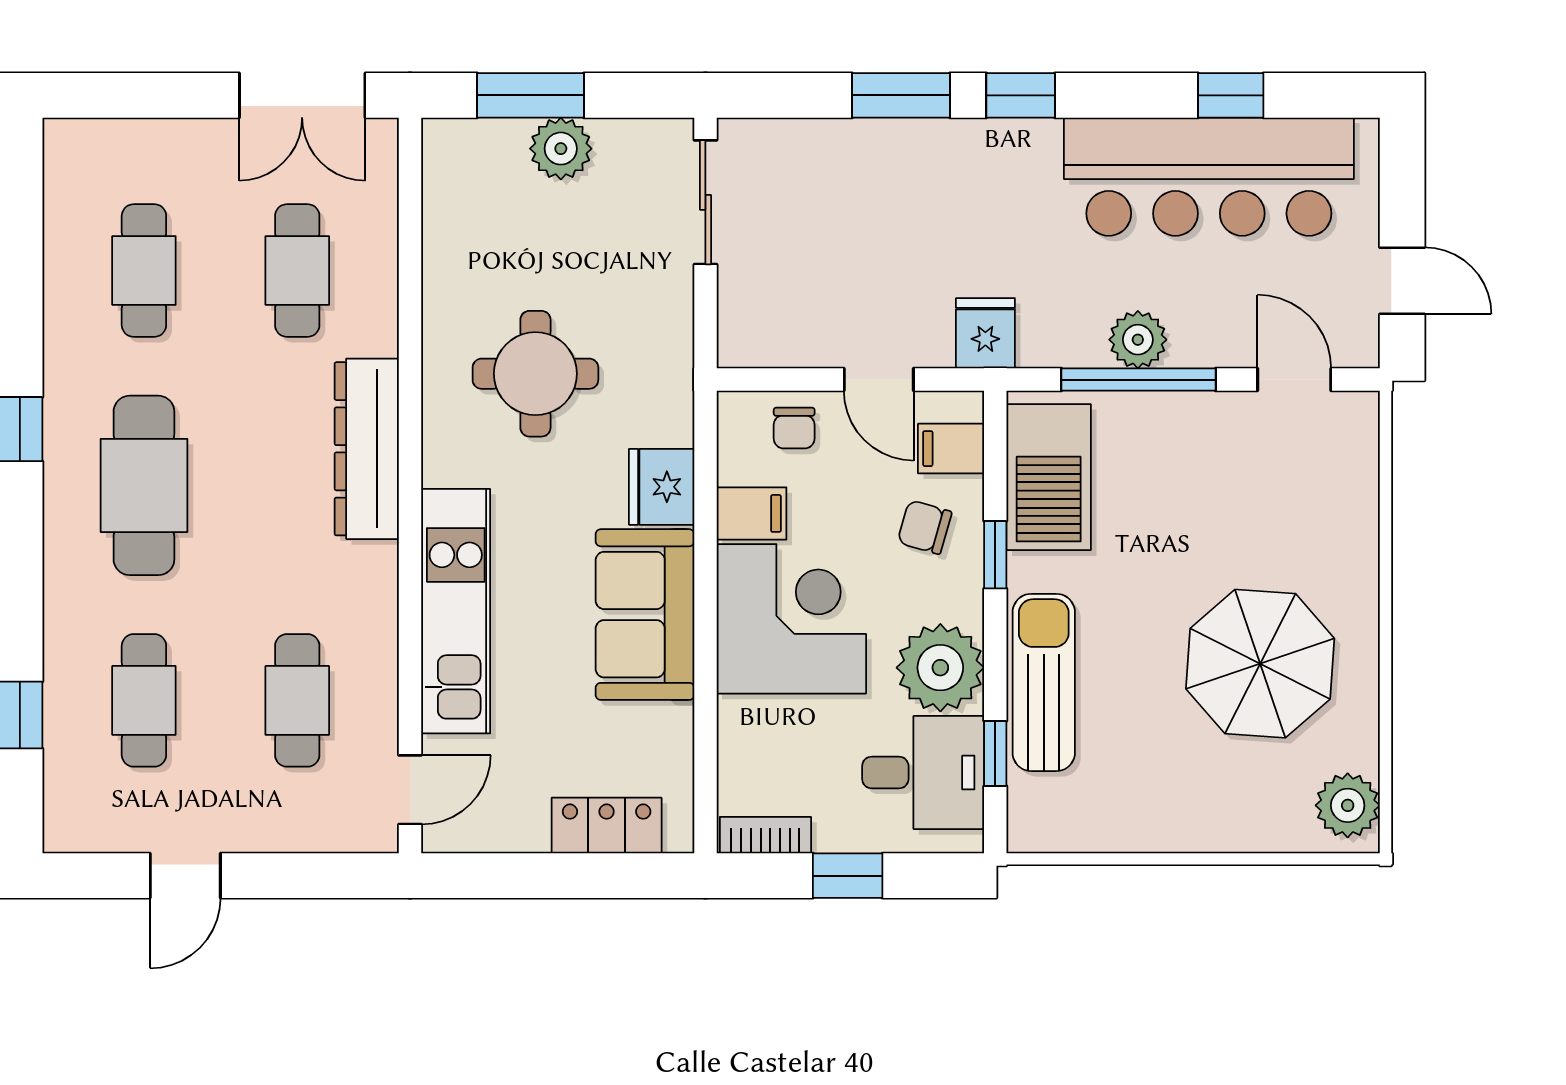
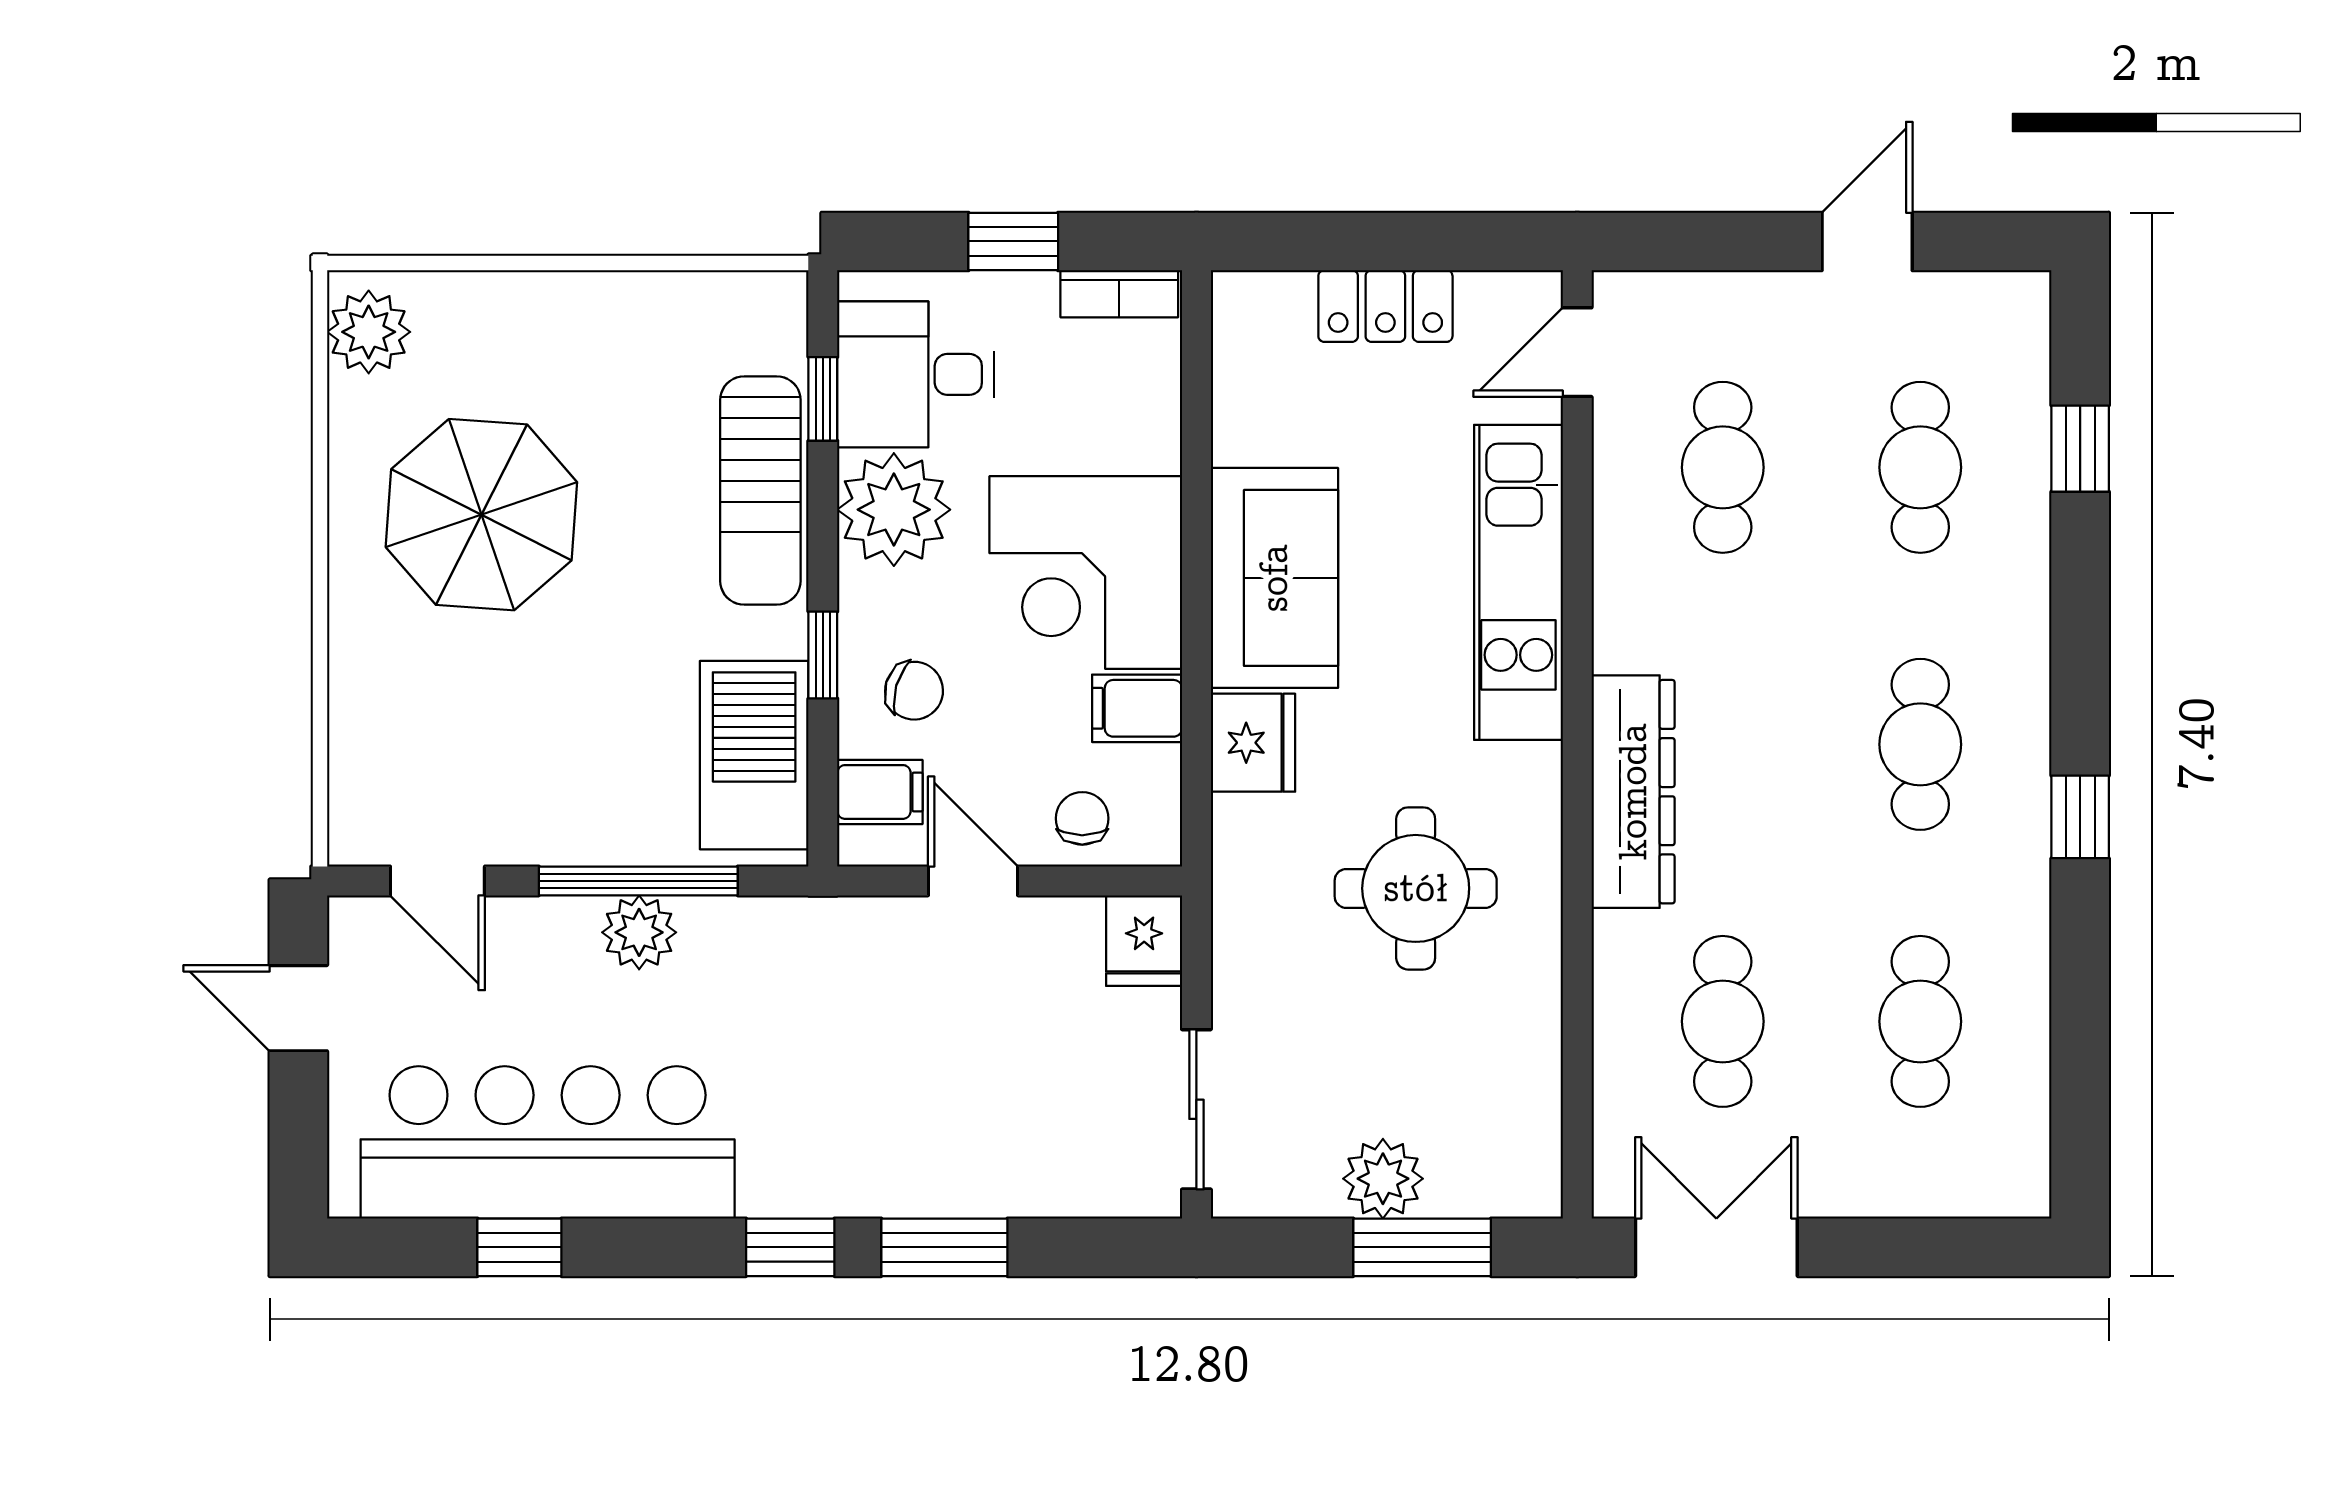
fridge: (985, 333) -> (1144, 941), moved
cafe table: (144, 485) -> (1920, 744), width x0.73, depth x0.74
locker: (607, 826) -> (1385, 306), moved

